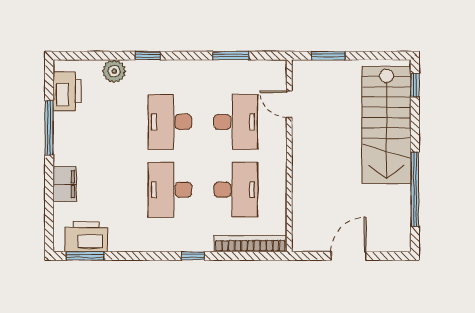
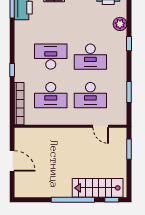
door: (289, 104) -> (101, 126), swing flipped
desk: (170, 122) -> (90, 57), turned 180
stairs: (386, 125) -> (98, 188), width x0.73, depth x0.66
window: (415, 189) -> (73, 200), moved

